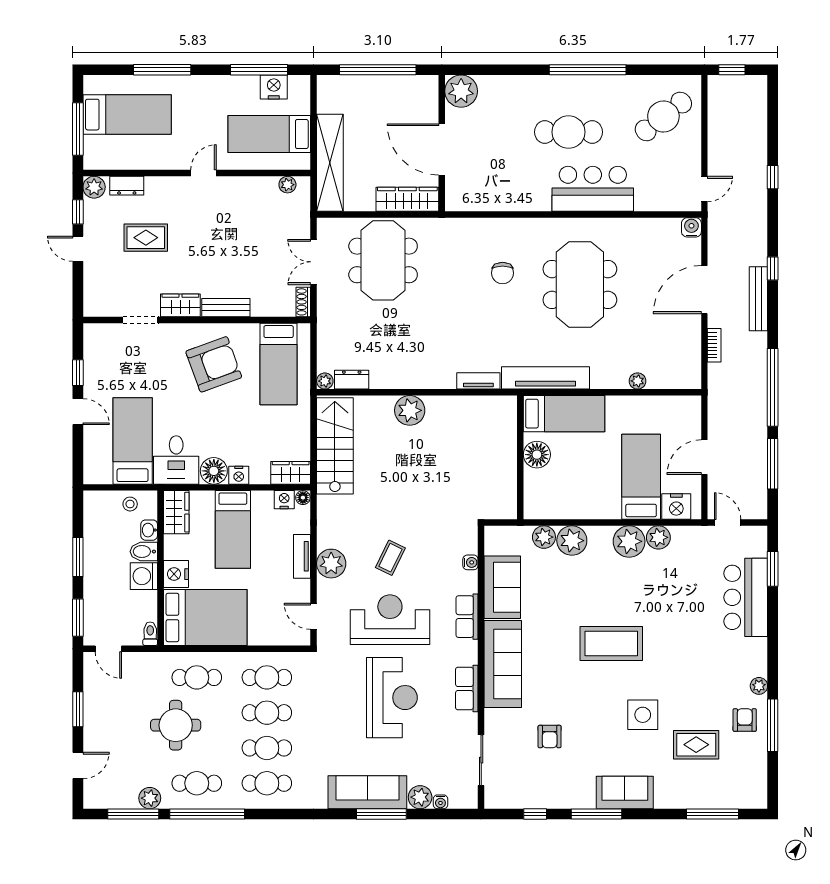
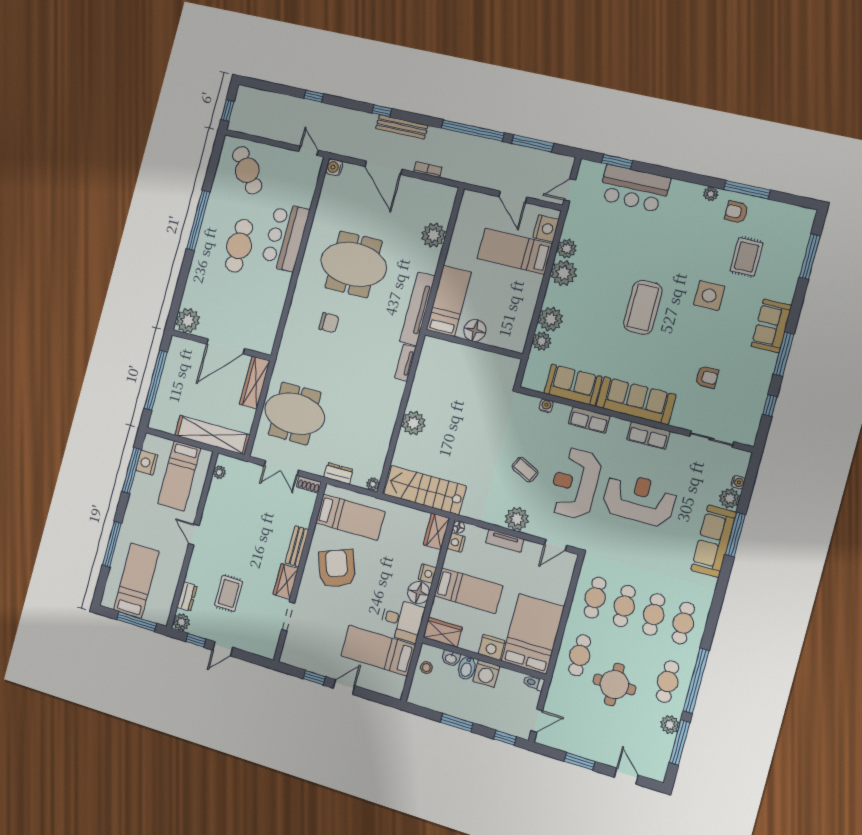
dresser: (352, 380) -> (338, 473), moved, turned 90
plant: (638, 381) -> (434, 235), width x1.87, depth x1.87
window: (78, 618) -> (505, 738), width x0.67

